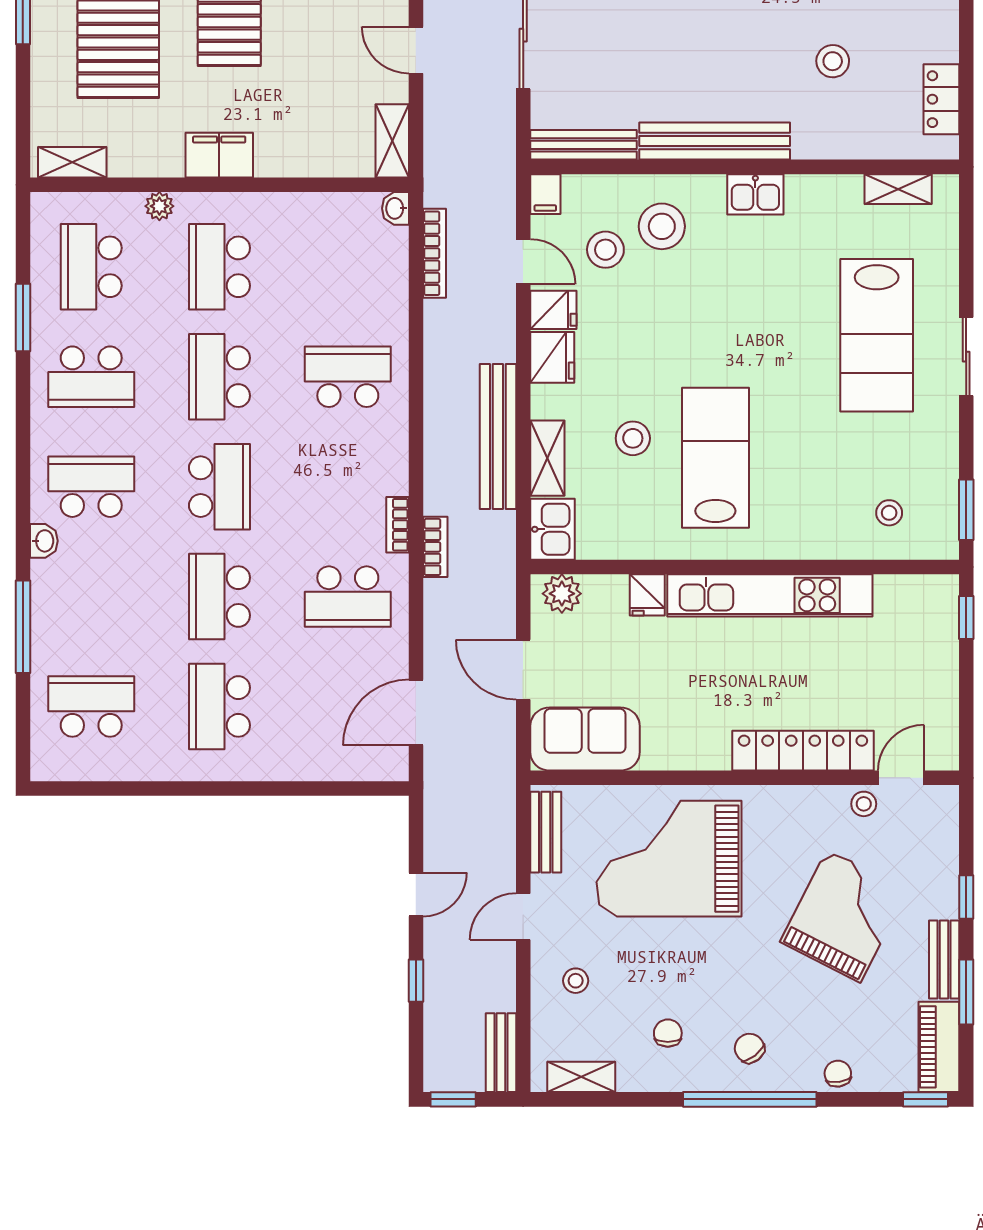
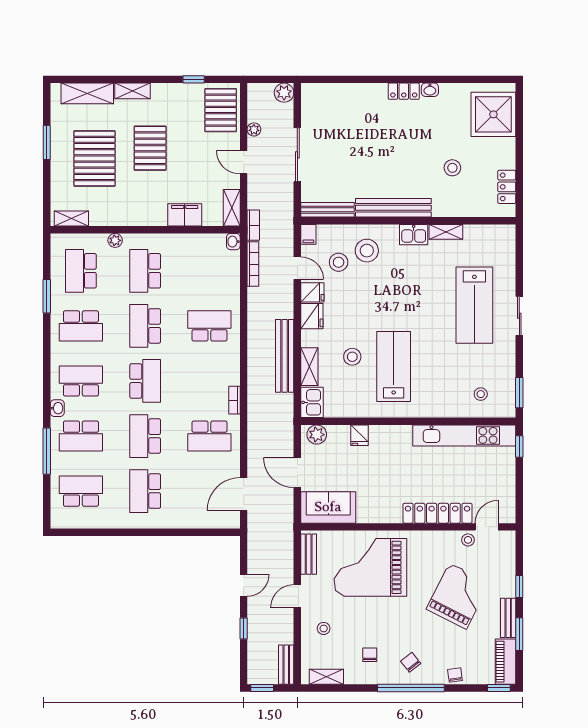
filing cabinet: (219, 155) -> (185, 215), moved
shelving: (898, 189) -> (446, 232), moved
bookcase: (435, 547) -> (253, 225), moved
kitchen unit: (770, 595) -> (464, 435), moved
school desk: (91, 597) -> (81, 436), added

